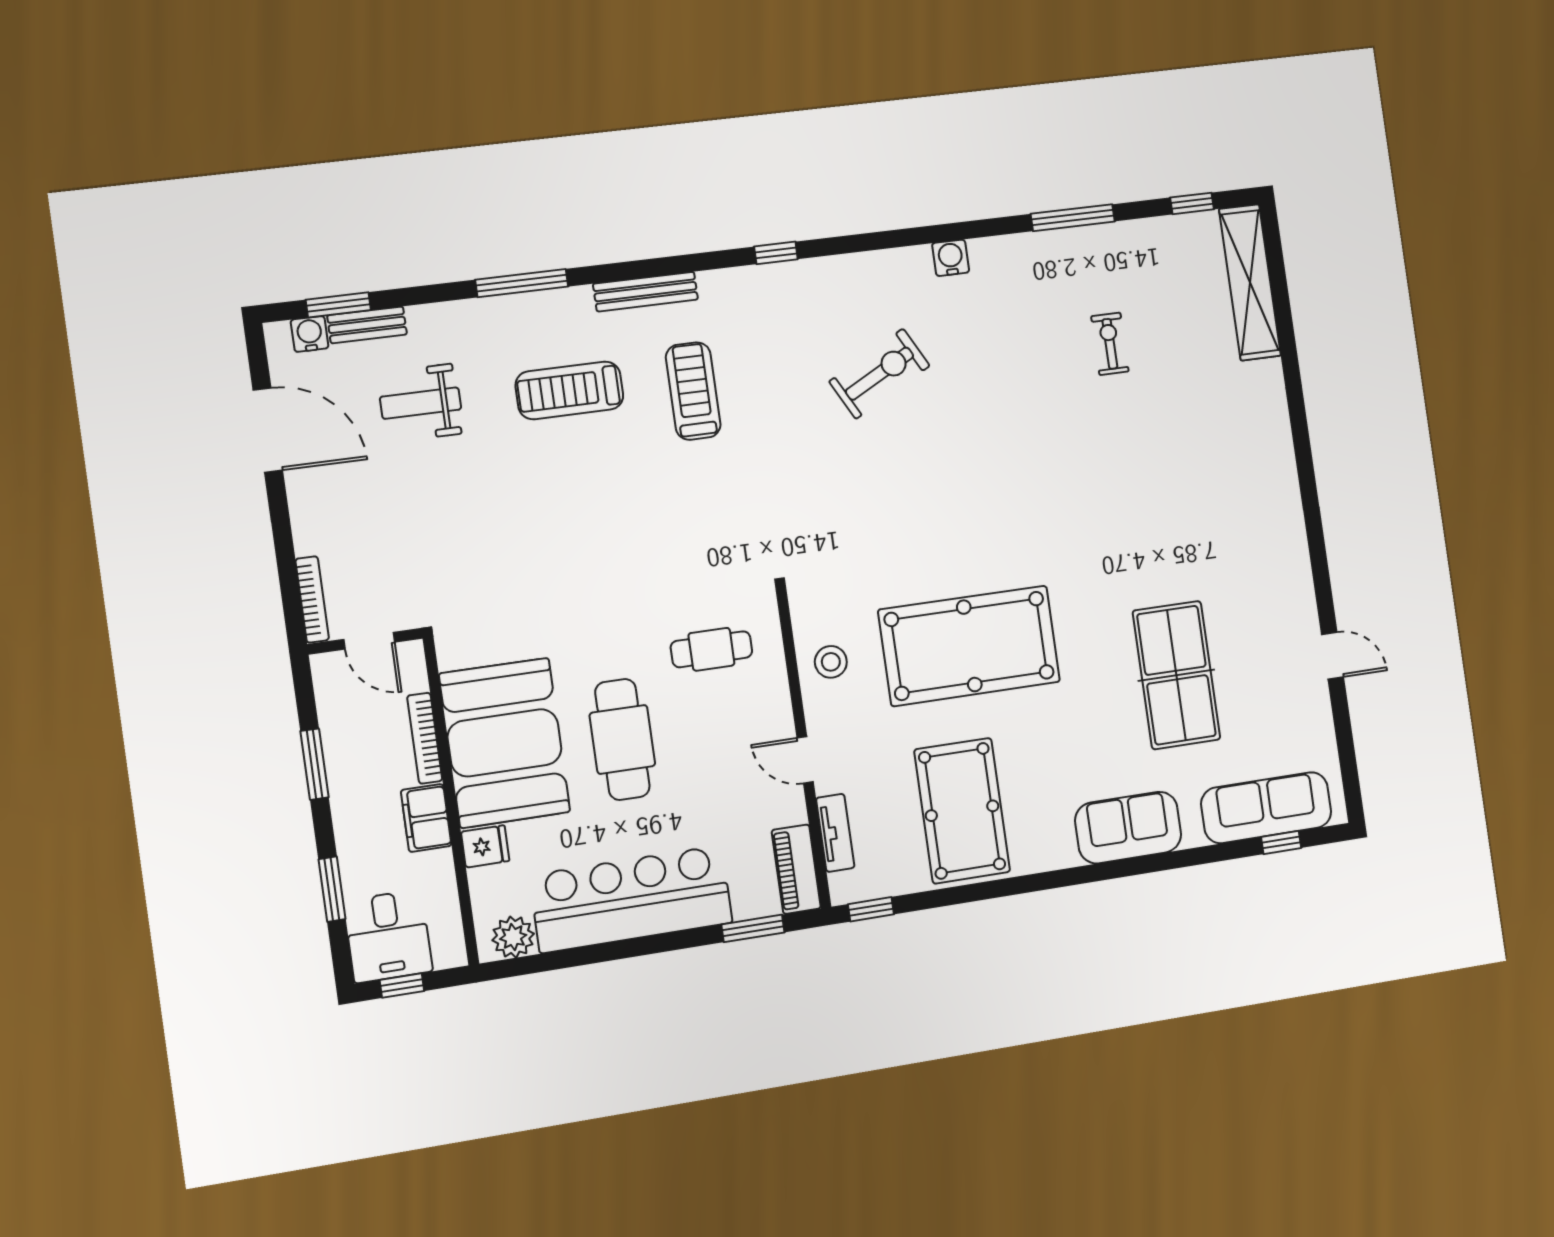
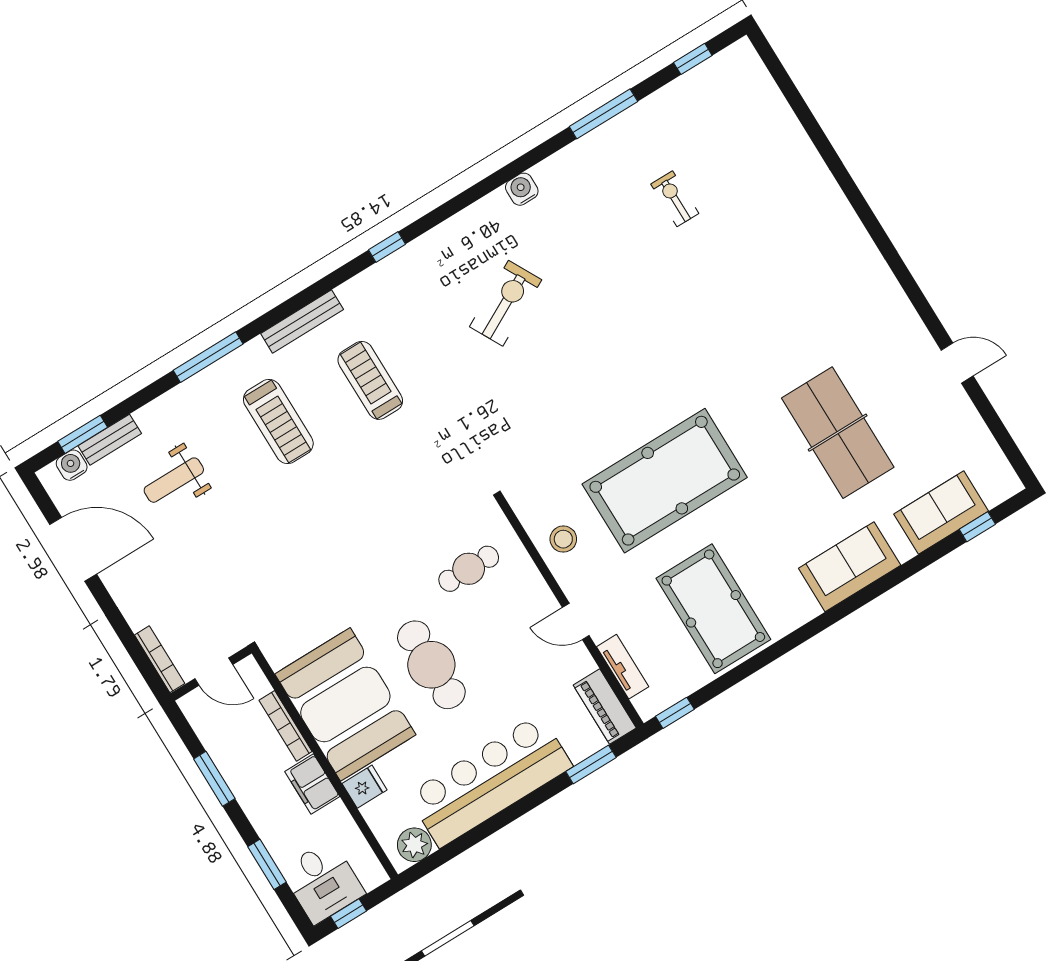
shelving: (1250, 282) -> (766, 100), removed
treadmill: (569, 390) -> (278, 421), turned -90
sofa: (1266, 808) -> (941, 513), width x0.73

